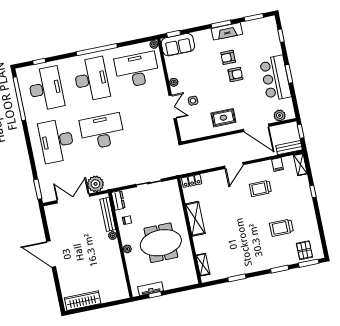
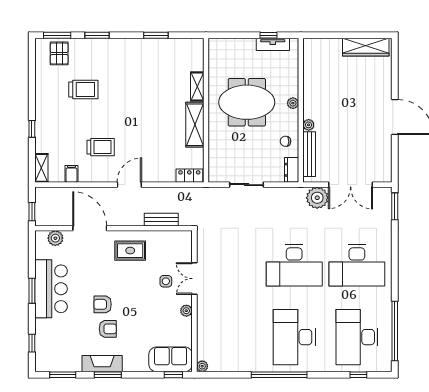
desk: (137, 70) -> (231, 337), removed
desk: (57, 141) -> (357, 265), turned 90
bench: (289, 148) -> (161, 220), moved
shelving: (203, 265) -> (197, 87), moved

